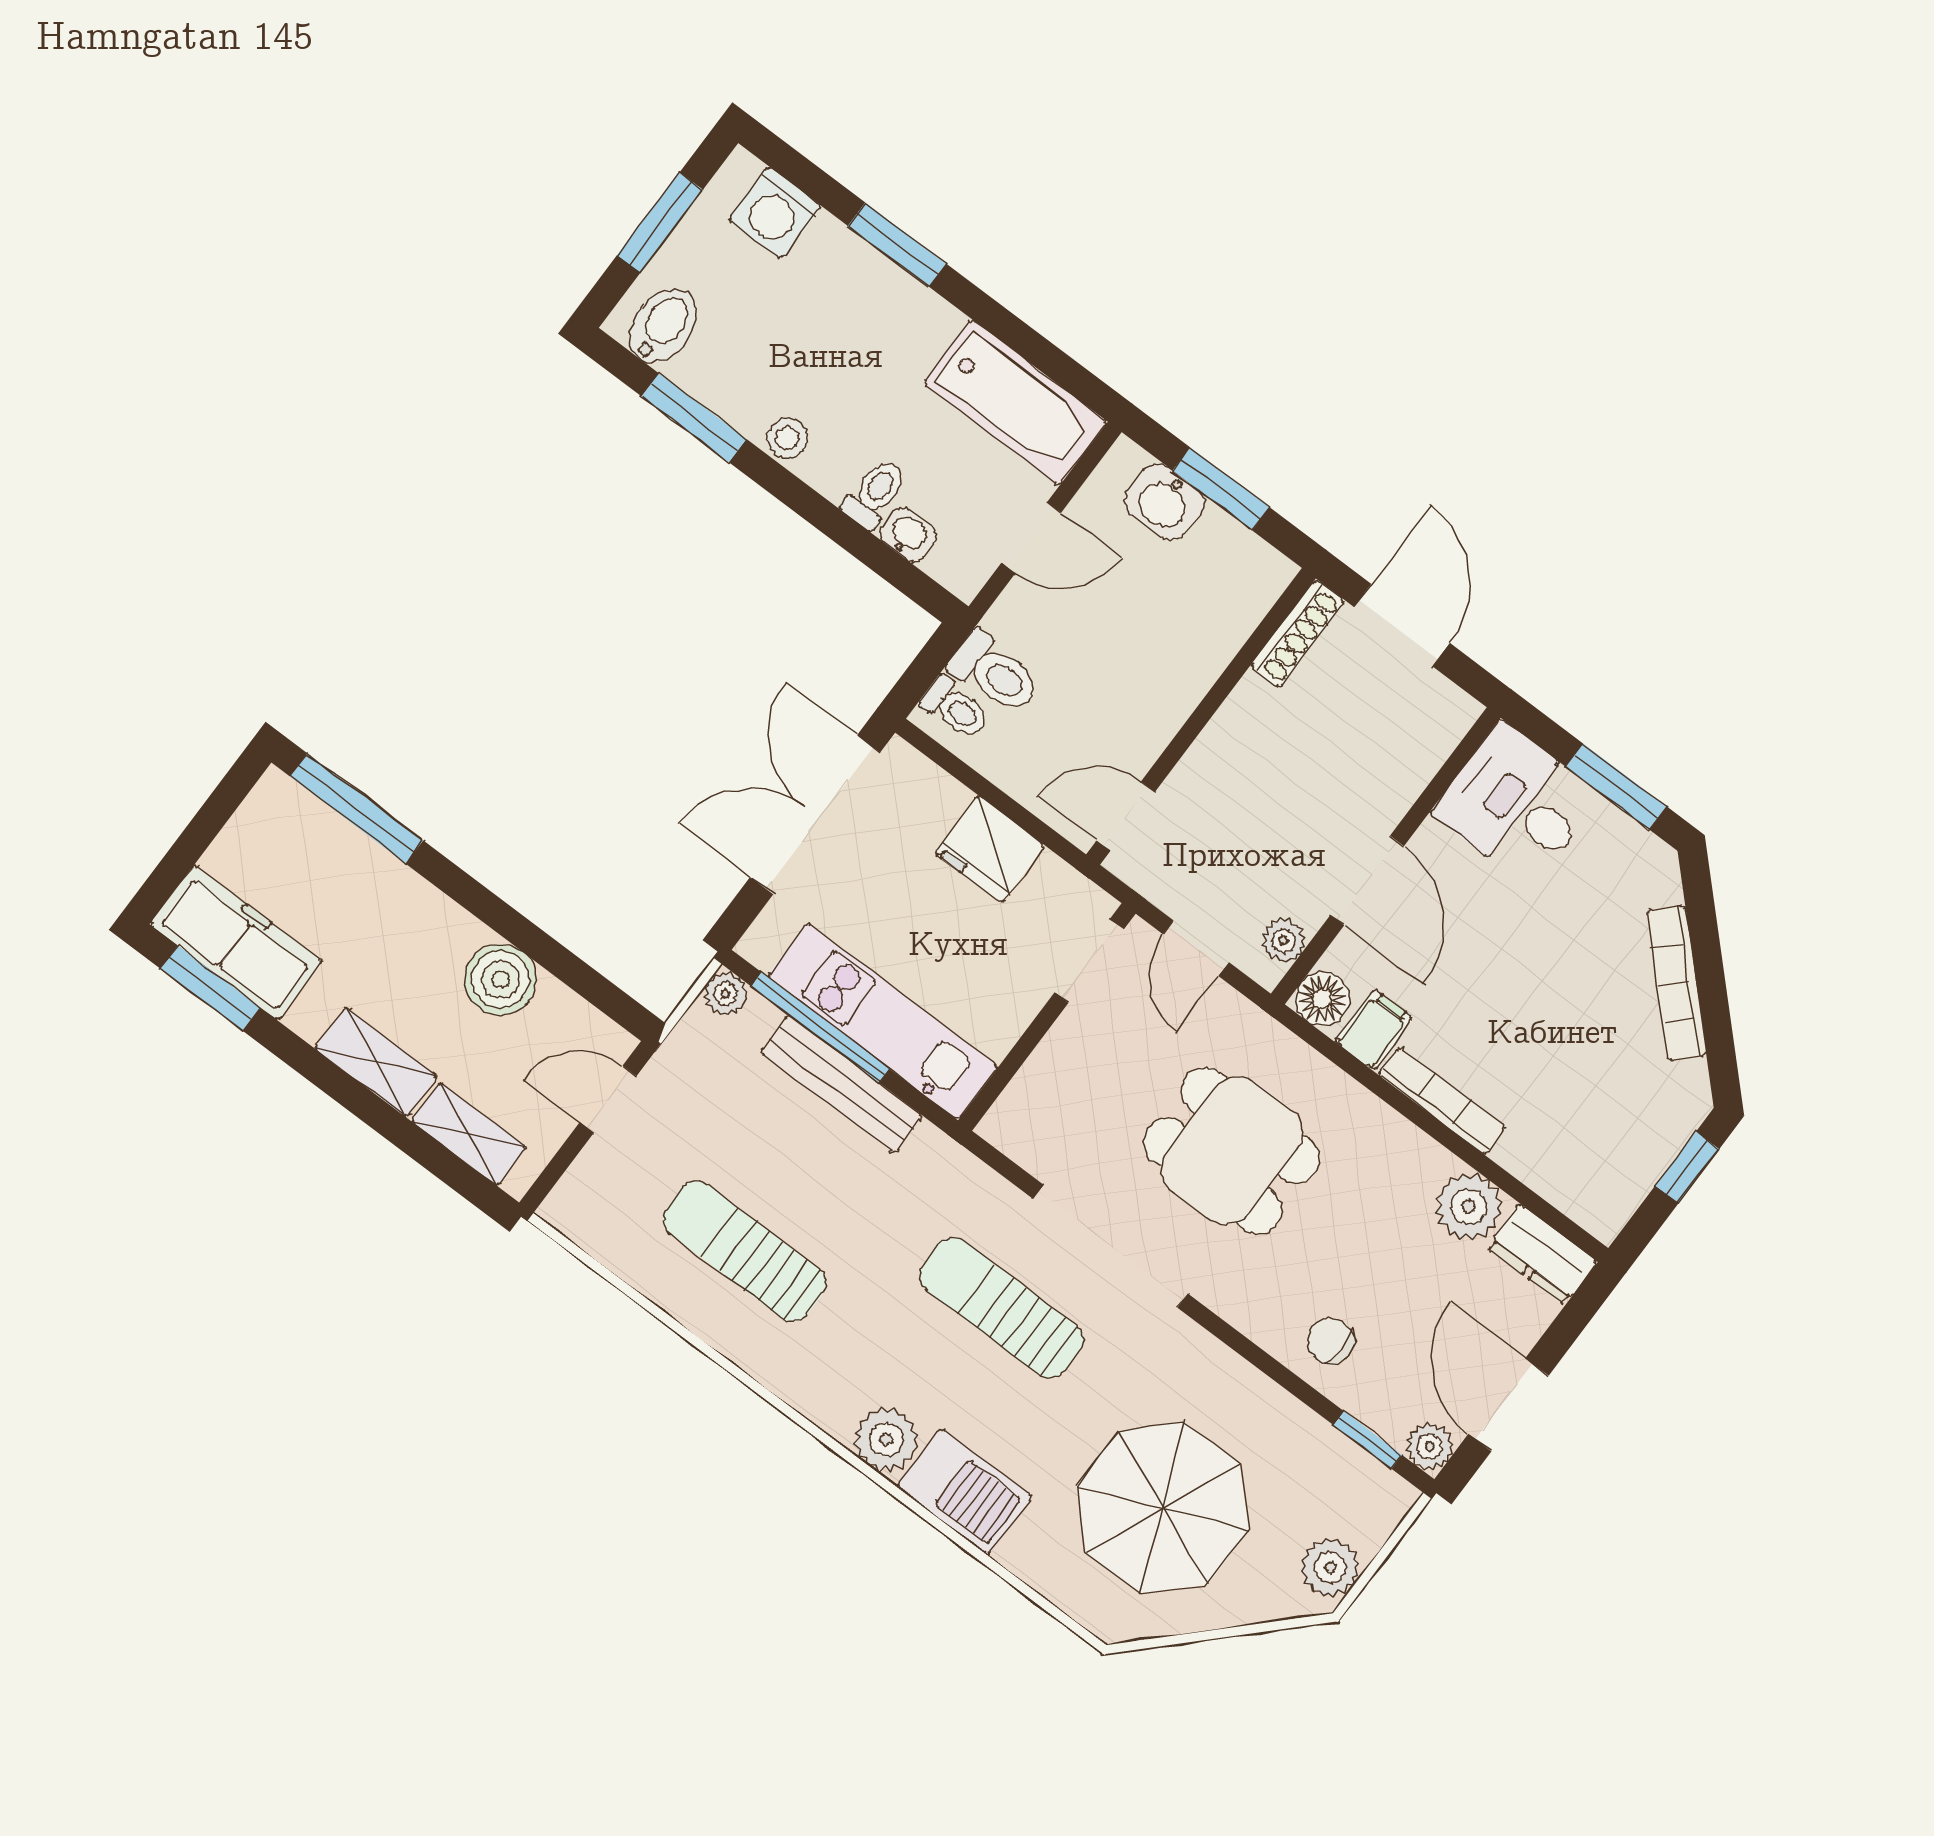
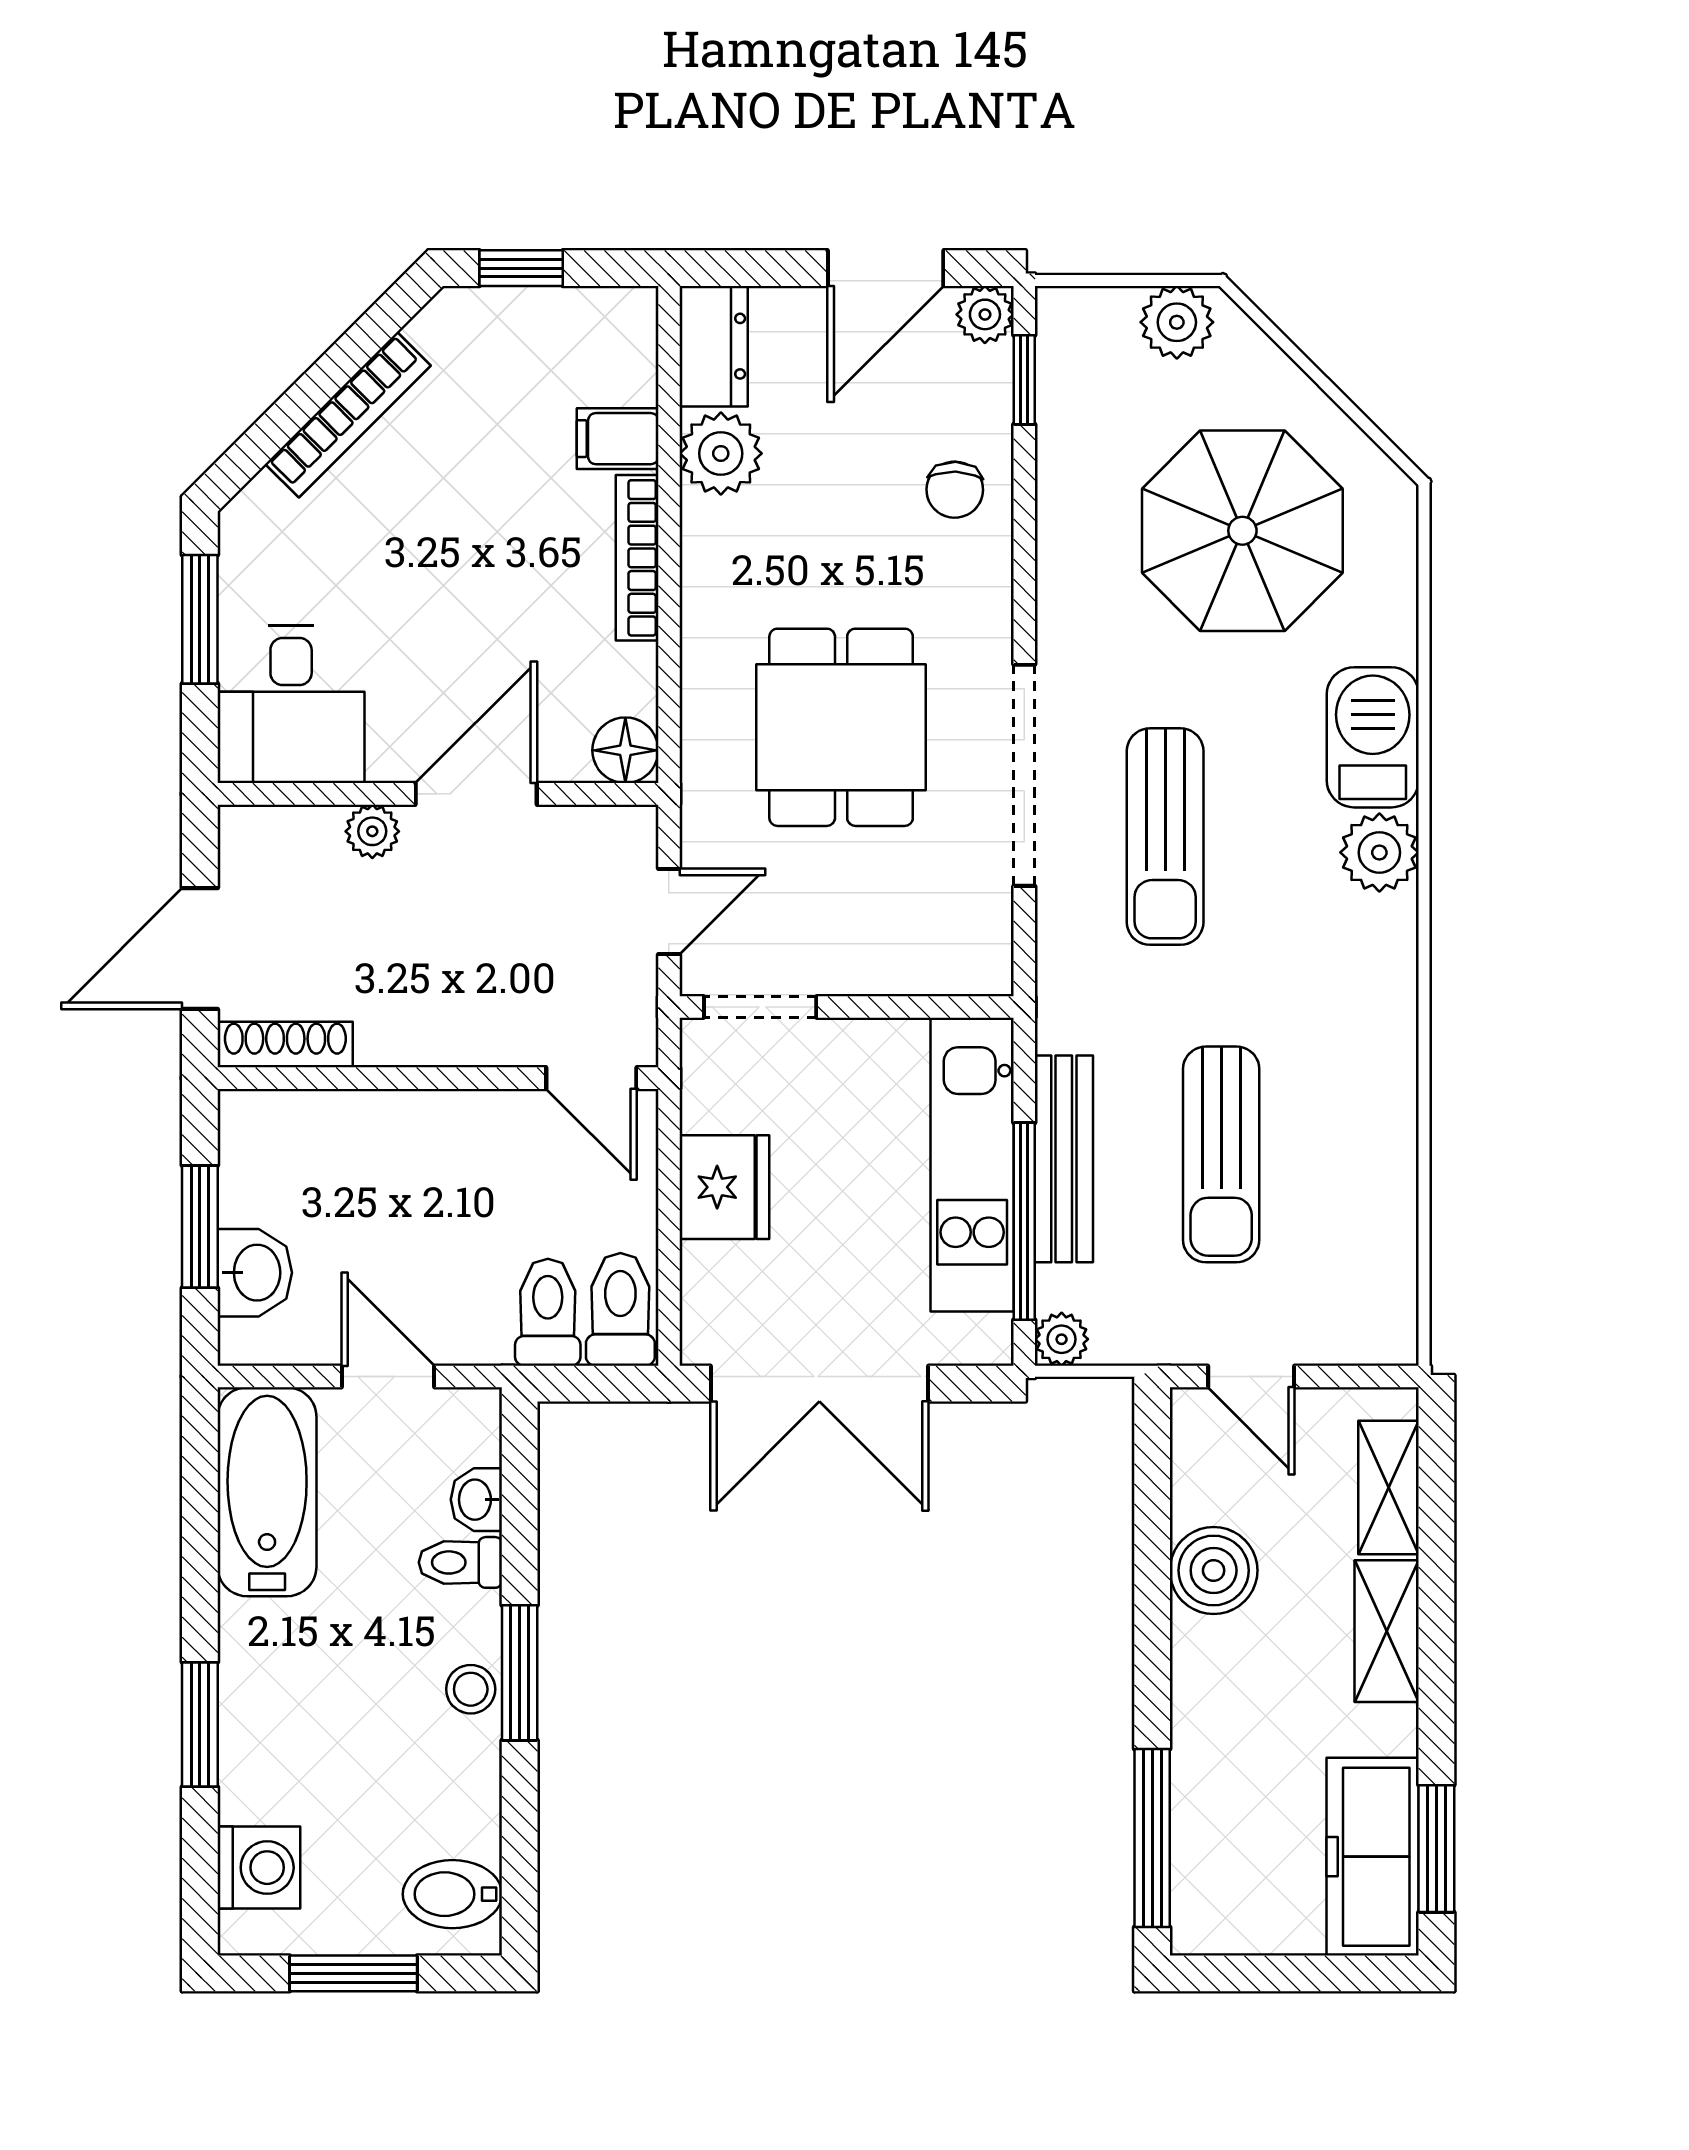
window: (694, 418) -> (520, 1673), moved
toilet: (955, 708) -> (620, 1309), width x1.37, depth x1.39
plant: (1284, 940) -> (372, 831), moved
filing cabinet: (1374, 1030) -> (618, 439), moved
sun lounger: (745, 1251) -> (1221, 1154), moved

